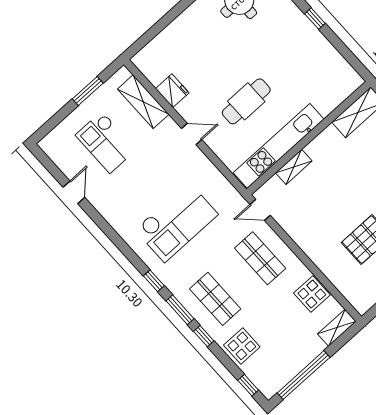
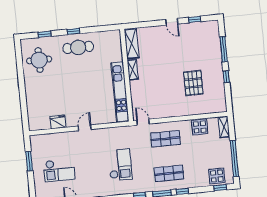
cafe table: (246, 101) -> (78, 47), moved, turned 90
shelving: (143, 102) -> (53, 139), removed
shelving: (294, 167) -> (133, 70), moved
door: (260, 210) -> (143, 122), swing flipped
checkout: (176, 222) -> (120, 165), width x0.73, depth x0.83
display table: (242, 346) -> (217, 176), moved

